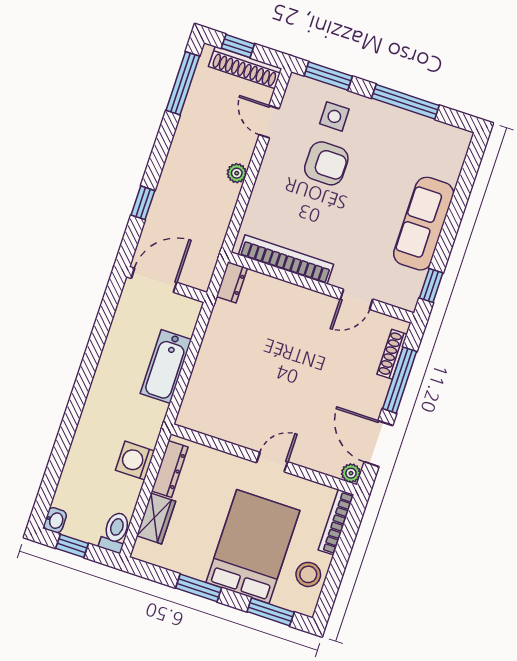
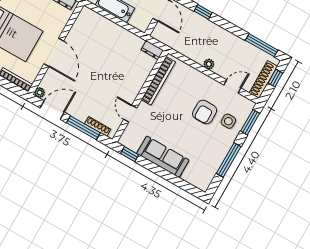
door: (272, 462) -> (54, 52), width x1.87

